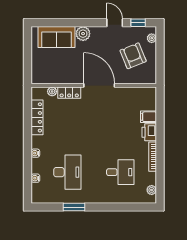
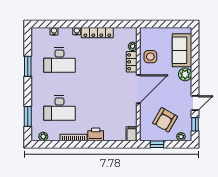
armchair: (133, 56) -> (165, 120), turned 142
window: (160, 65) -> (157, 144), added
side table: (64, 72) -> (150, 57), added
locker: (37, 117) -> (97, 33), moved
filing cabinet: (148, 117) -> (132, 134), moved
desk: (120, 172) -> (59, 108), width x1.37
window: (129, 207) -> (28, 116), added

